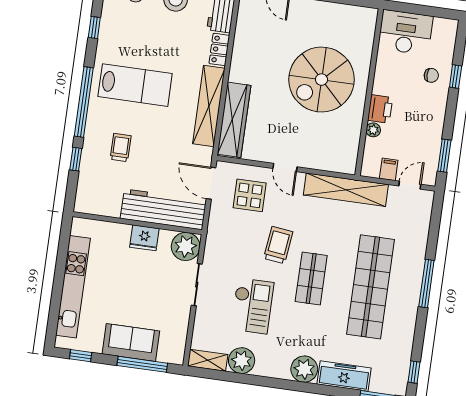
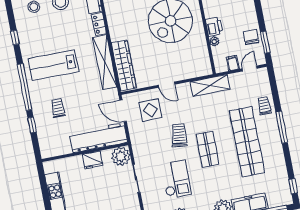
lab bench: (135, 85) -> (53, 65), turned 180
chair: (427, 141) -> (251, 37), added
shelving: (346, 190) -> (210, 85), width x0.68
trolley: (412, 245) -> (264, 106), added

